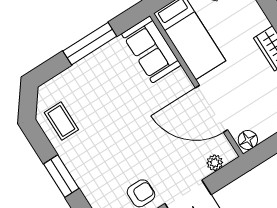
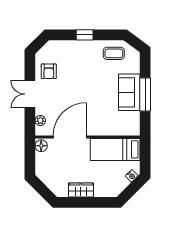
sofa: (151, 49) -> (129, 92), moved, turned -90
window: (61, 176) -> (85, 35), width x0.67

